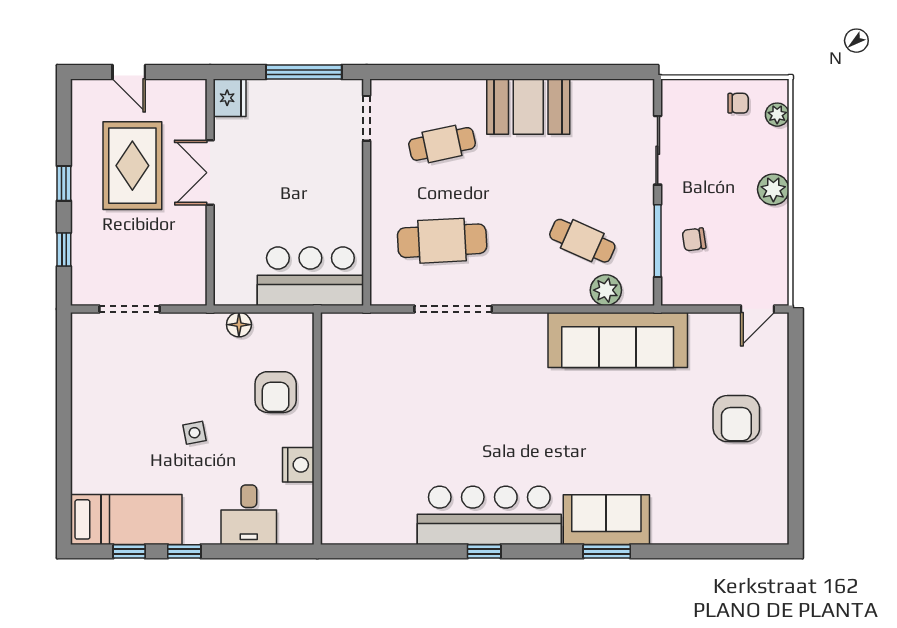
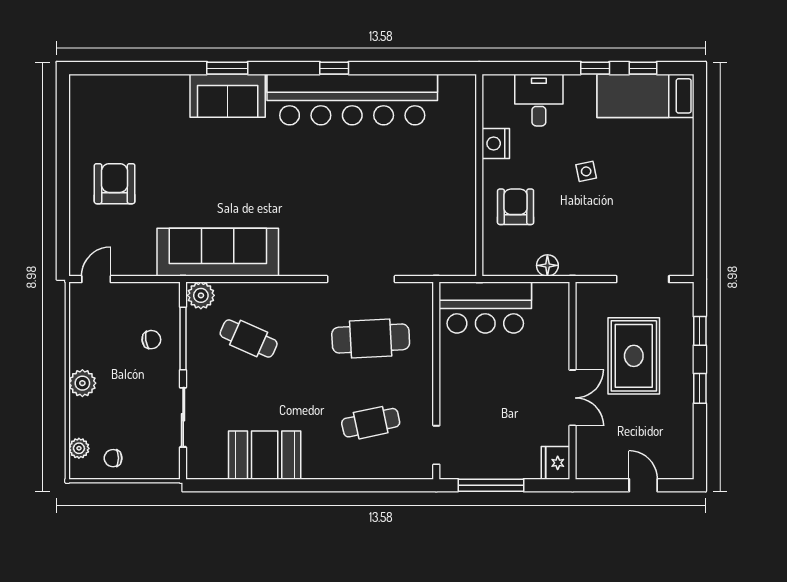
booth: (528, 107) -> (265, 455), moved
rug: (132, 166) -> (634, 356), moved
plant: (606, 290) -> (201, 295), moved
bar counter: (489, 515) -> (352, 100), width x1.36

